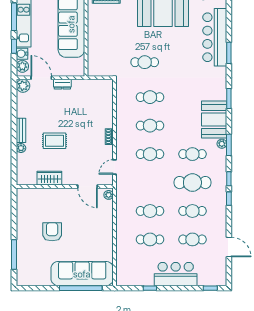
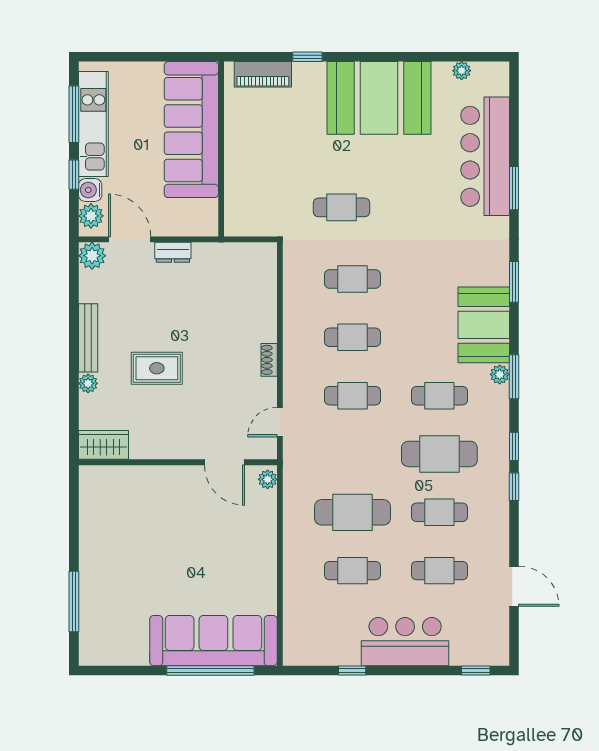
bench: (21, 130) -> (88, 338), width x1.36
wardrobe: (49, 178) -> (104, 445), moved
cafe table: (150, 211) -> (352, 512), width x1.37, depth x1.35
armchair: (52, 232) -> (152, 555), removed

